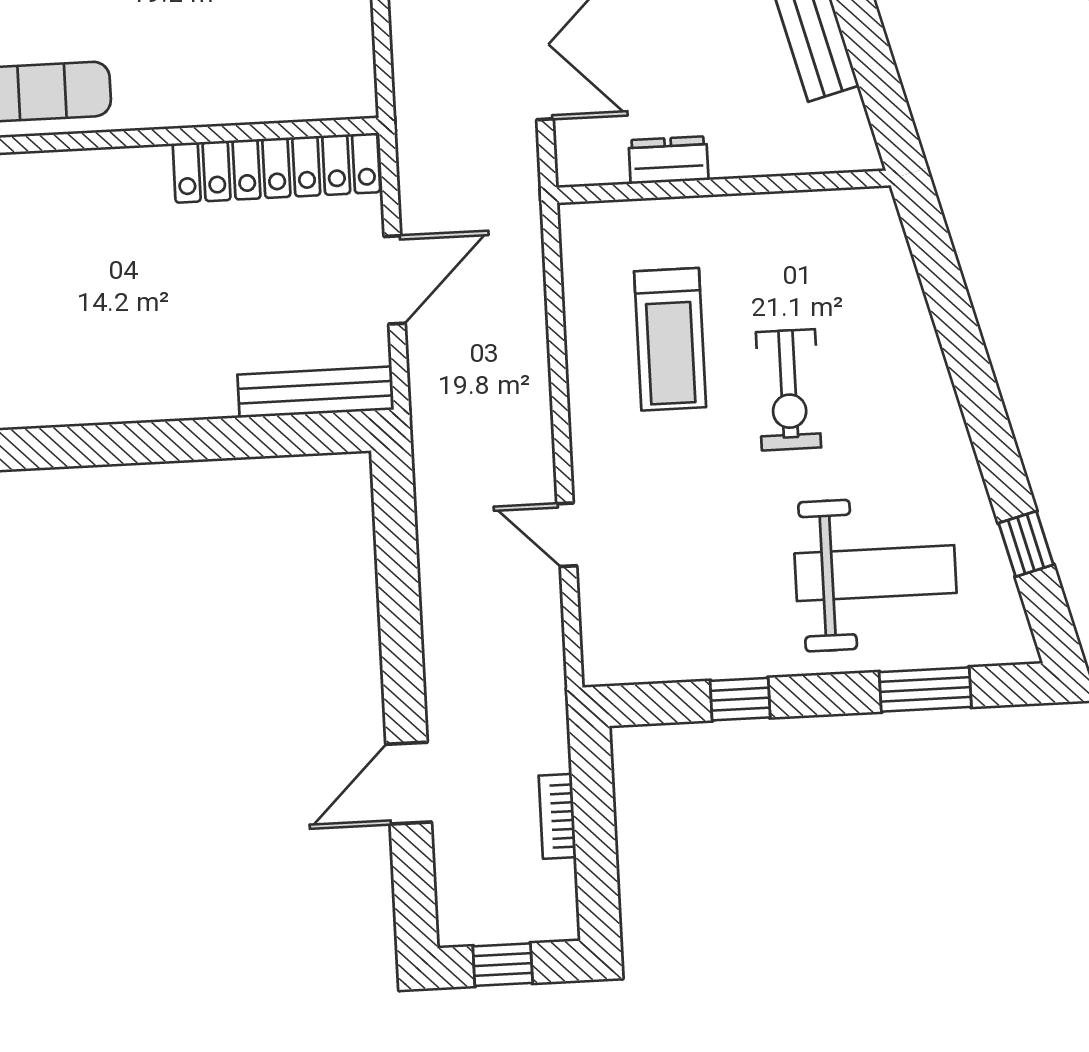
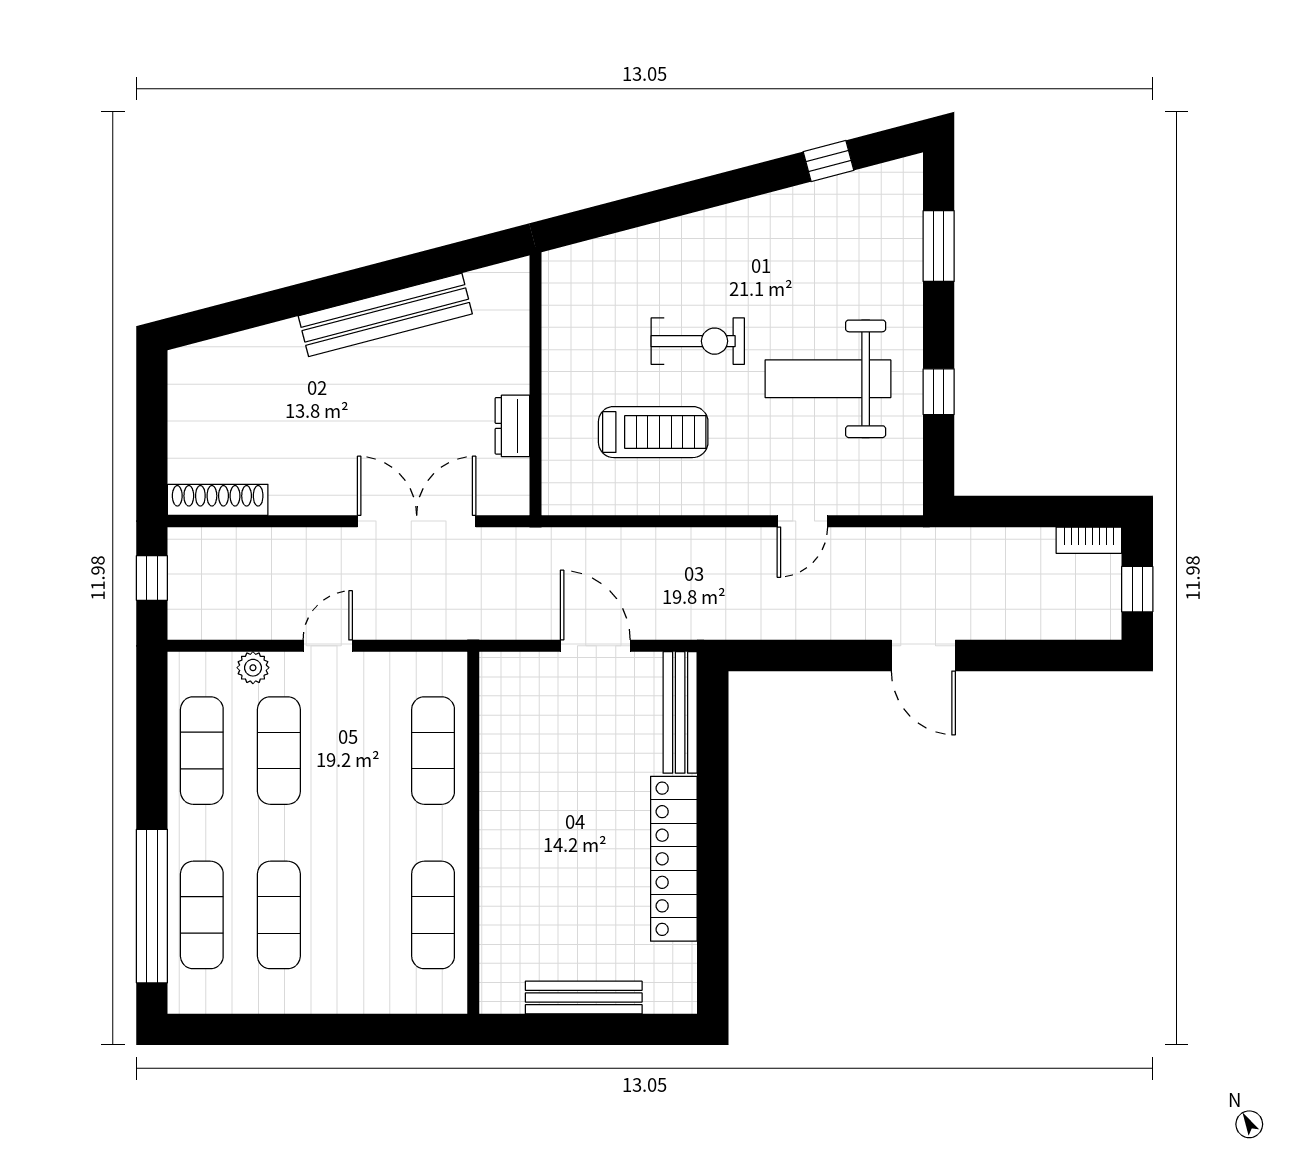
exercise mat: (251, 81) -> (433, 751), added
locker: (276, 168) -> (674, 859), moved, turned 180
weight bench: (876, 573) -> (828, 379), moved, turned -90
door: (409, 783) -> (923, 656), moved
bookcase: (557, 816) -> (1089, 540), moved

